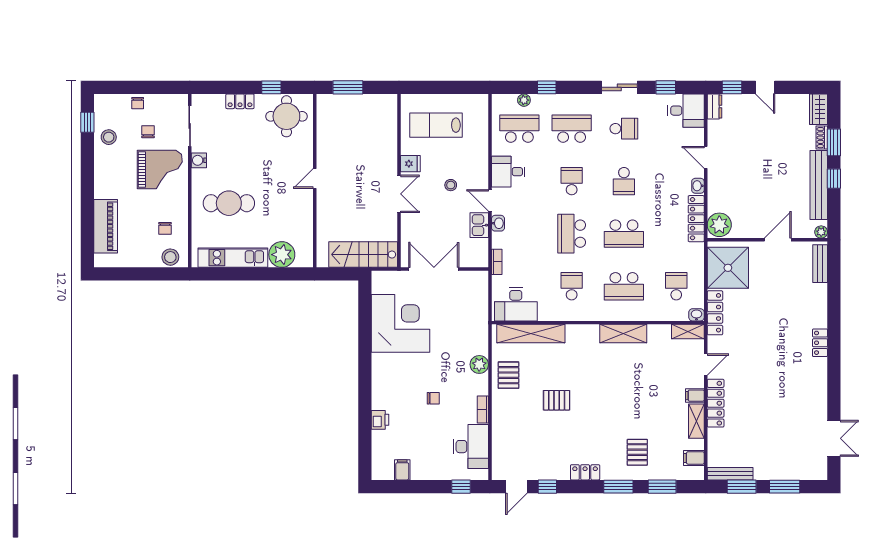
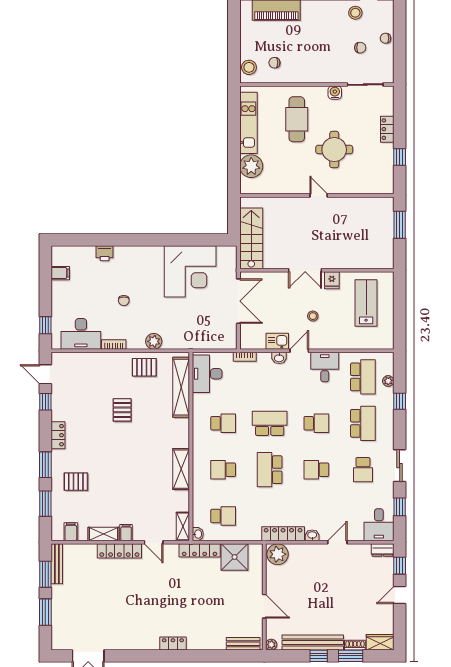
round table: (286, 116) -> (334, 150), moved
grand piano: (160, 170) -> (327, 58), removed
shower: (728, 268) -> (235, 557), width x0.73, depth x0.73
school desk: (624, 286) -> (223, 470), width x0.54

